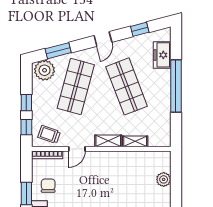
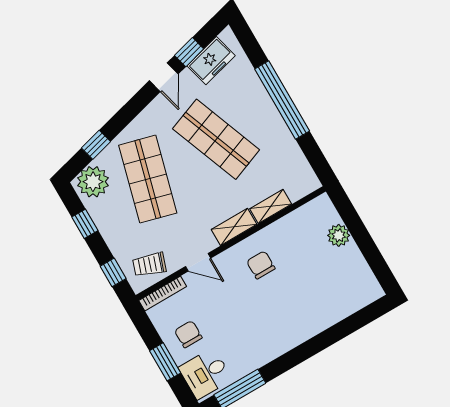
door: (103, 39) -> (164, 77), moved
window: (58, 51) -> (96, 145), width x0.67
freezer: (162, 55) -> (211, 61), moved, turned -105
window: (26, 103) -> (85, 224), moved
door: (77, 149) -> (198, 262), hinge flipped
chair: (111, 171) -> (261, 265), added

